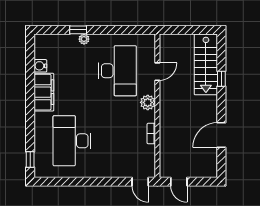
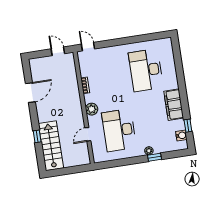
water cooler: (40, 66) -> (181, 135), moved
desk: (72, 141) -> (146, 70), turned 180
window: (30, 159) -> (188, 126), moved

